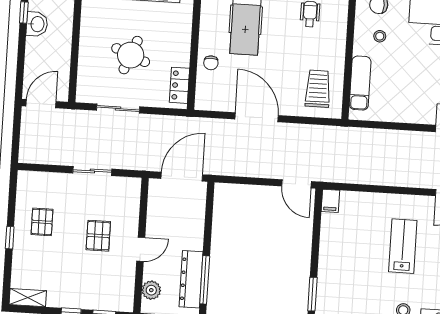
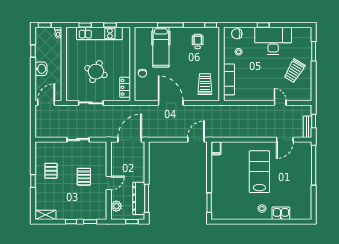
washbasin: (37, 24) -> (41, 69), moved
door: (296, 184) -> (196, 140), swing flipped
lab bench: (403, 246) -> (259, 172), width x1.36, depth x1.39

